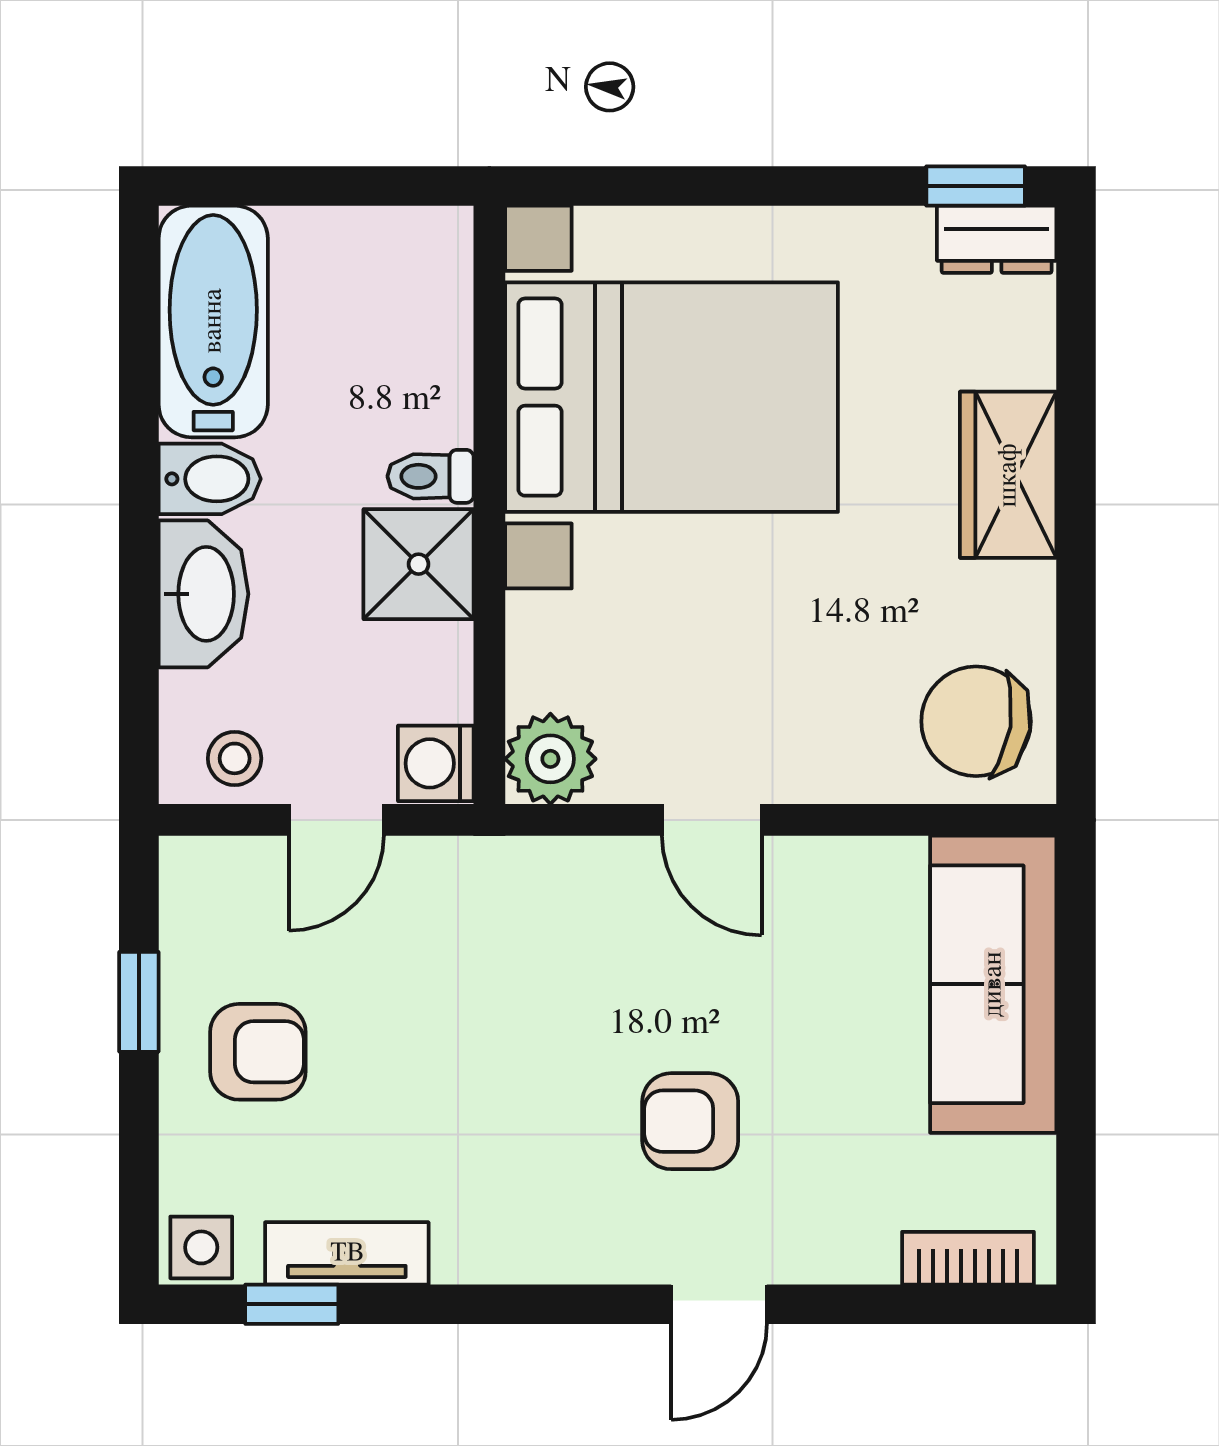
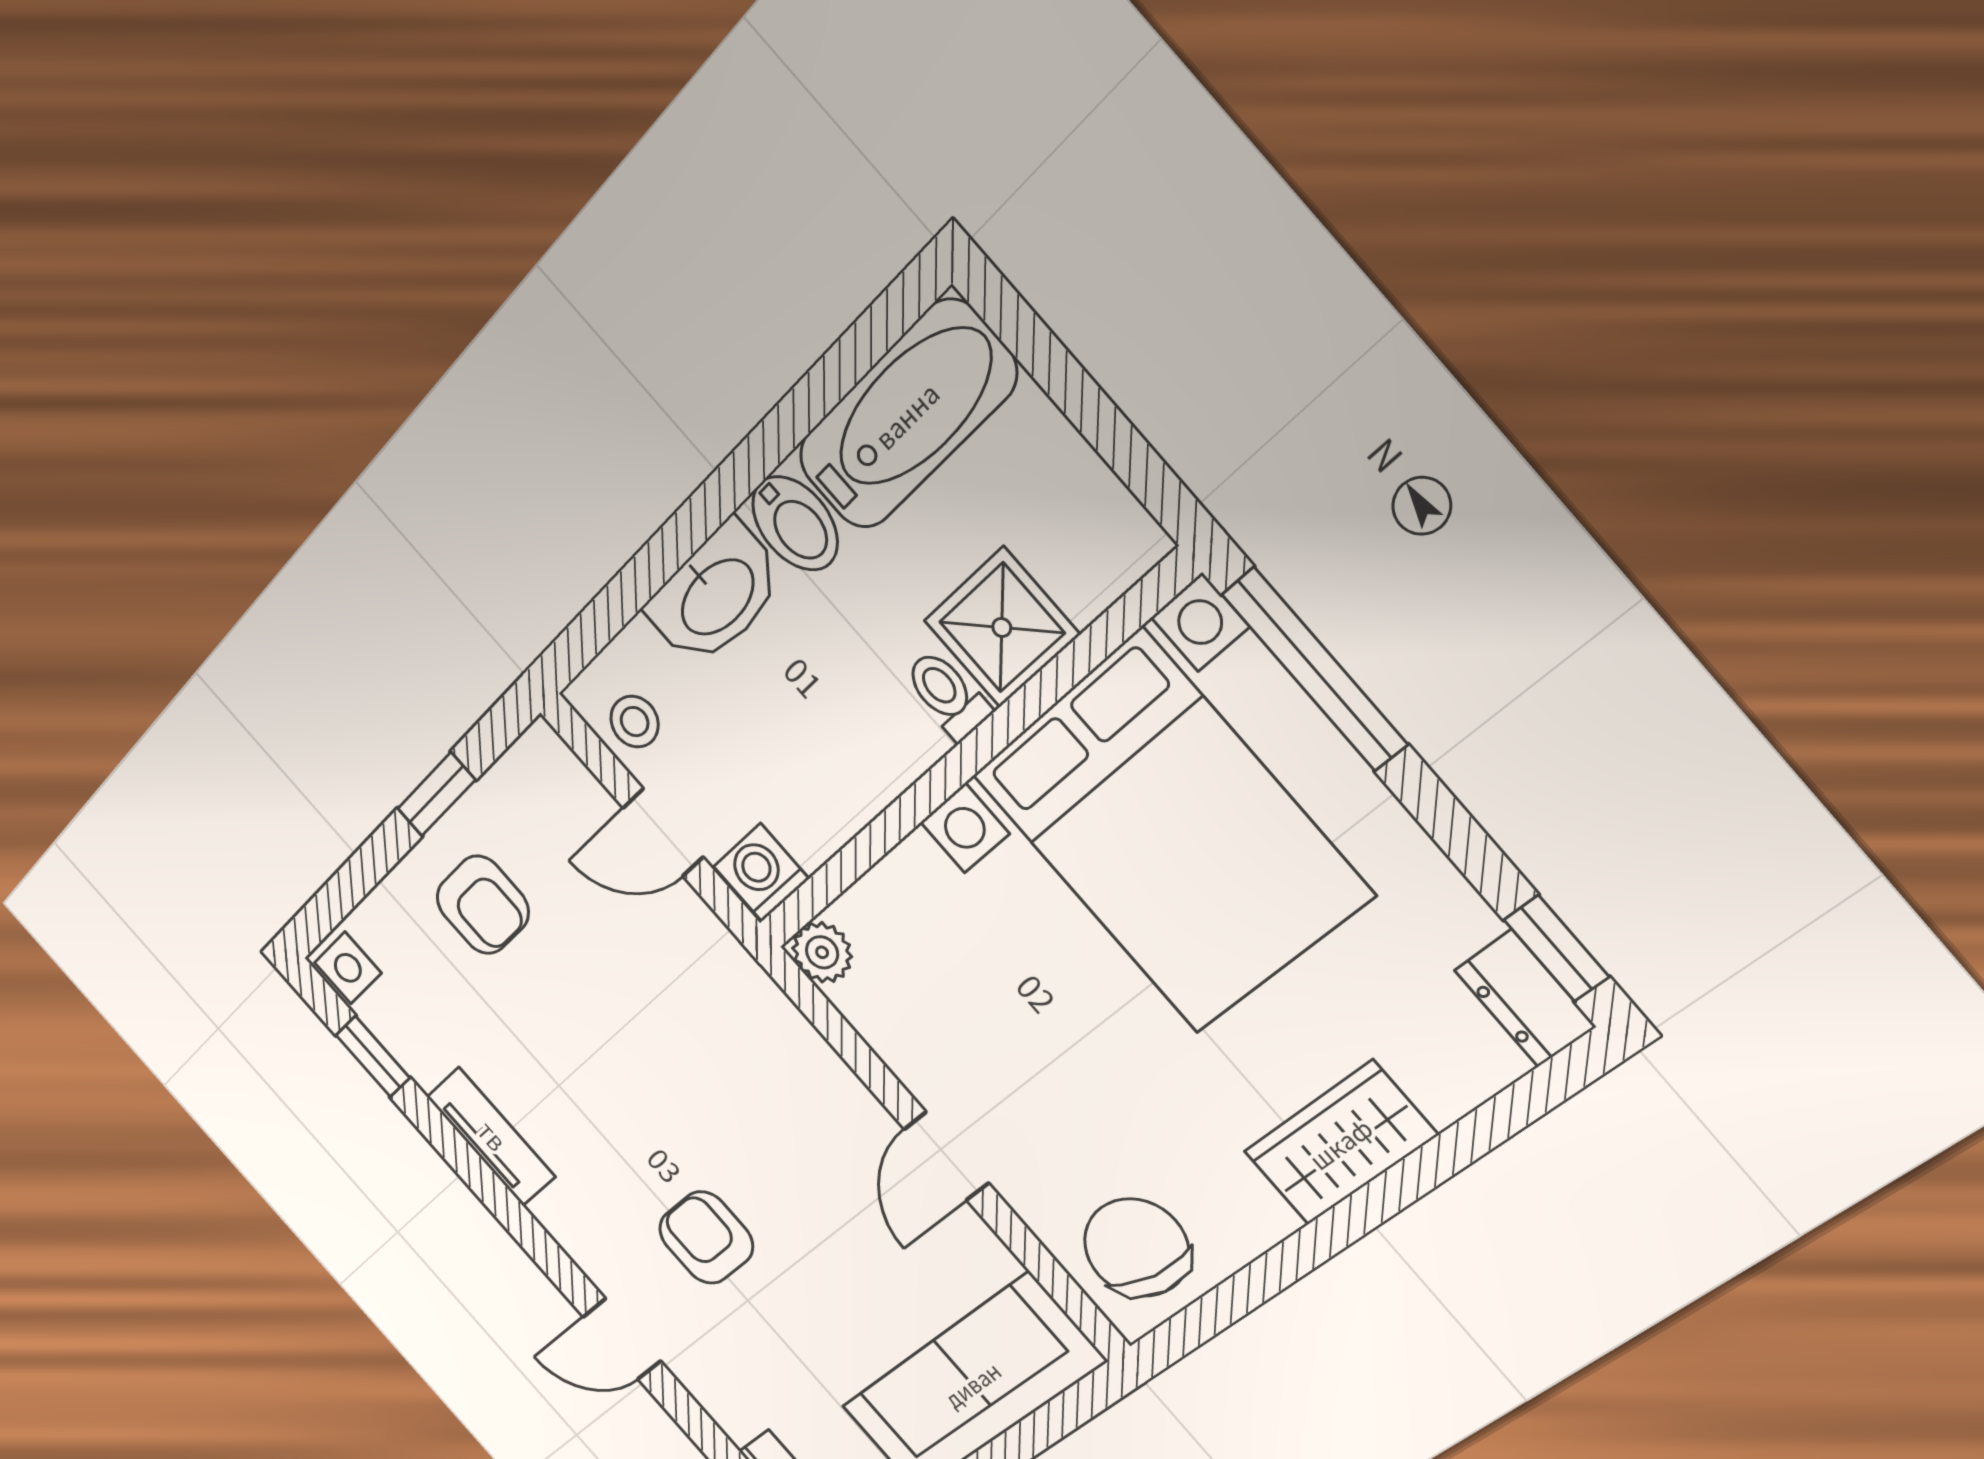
window: (639, 186) -> (1315, 669), added
shower: (419, 564) -> (1002, 627), moved
plant: (550, 759) -> (822, 952), width x0.73, depth x0.73
door: (712, 820) -> (946, 1156), moved
tv unit: (347, 1253) -> (491, 1137), moved

